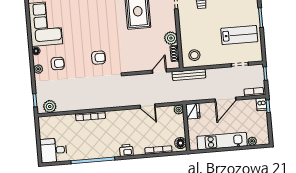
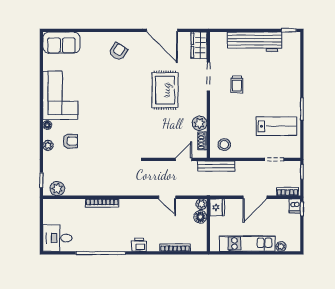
armchair: (99, 58) -> (117, 138), removed
floor lamp: (180, 143) -> (200, 217), moved

